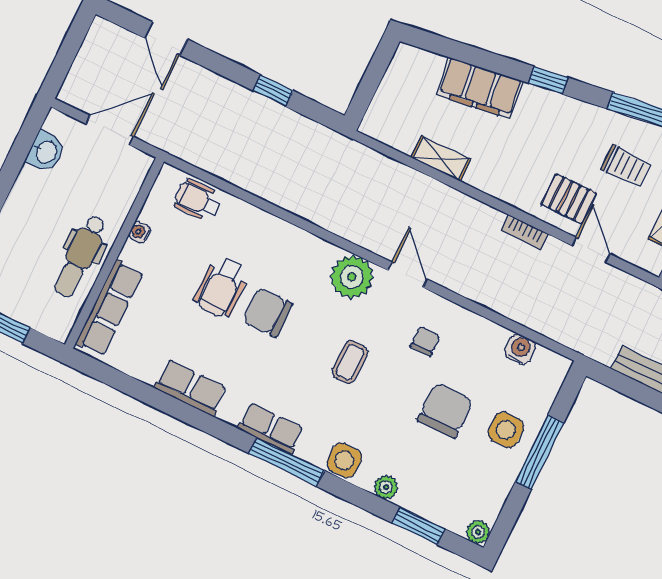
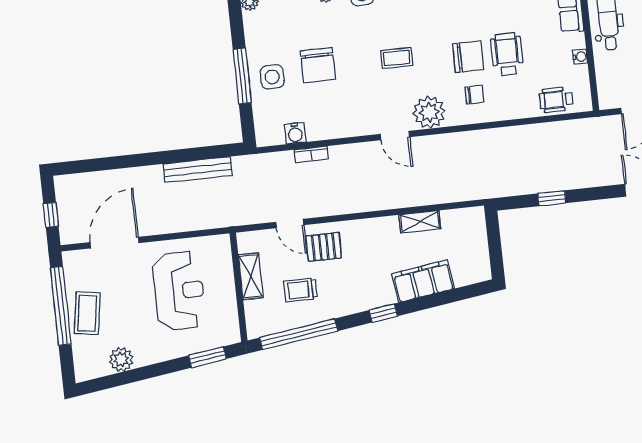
wheelchair: (198, 200) -> (556, 100), turned 180
bookcase: (525, 232) -> (311, 154), moved, turned 180
chair: (425, 341) -> (474, 95), moved, turned -90
coffee table: (350, 362) -> (397, 58), turned 90

